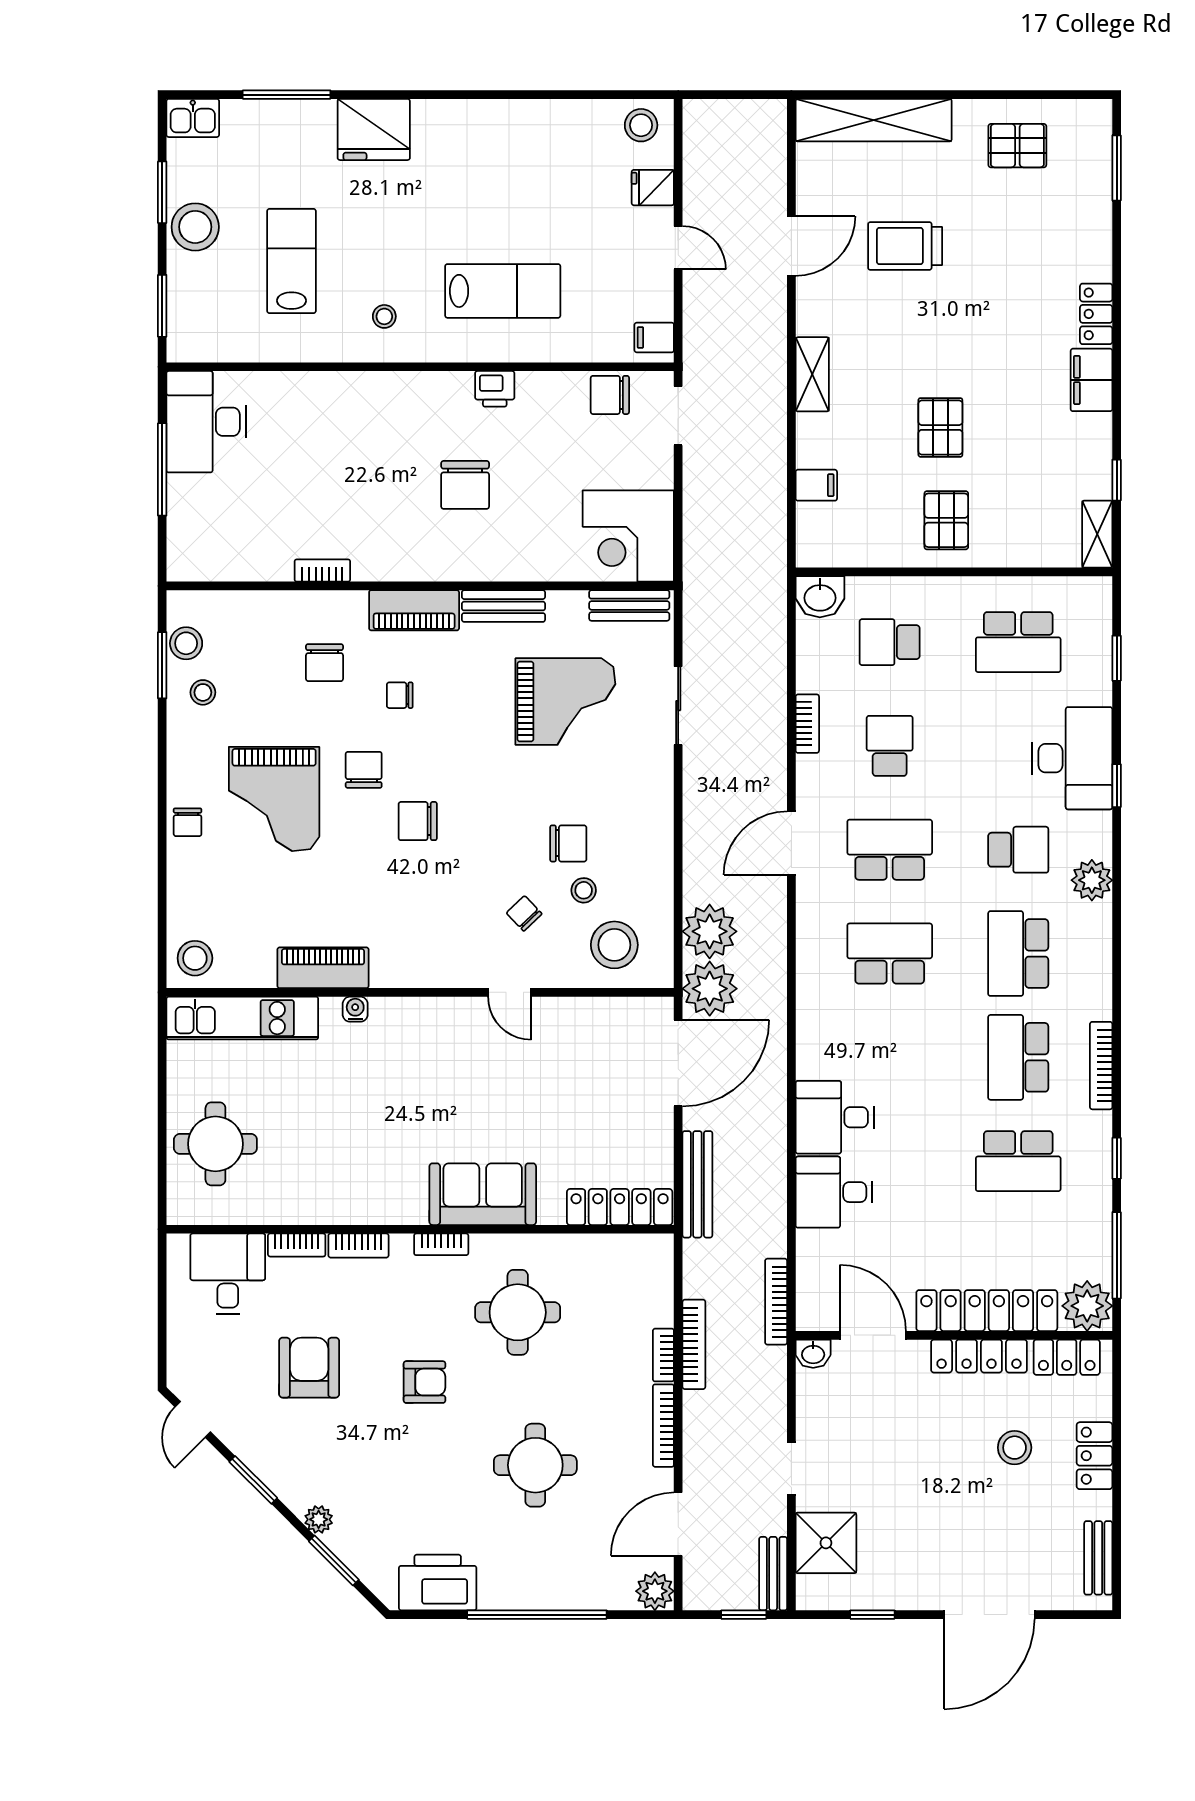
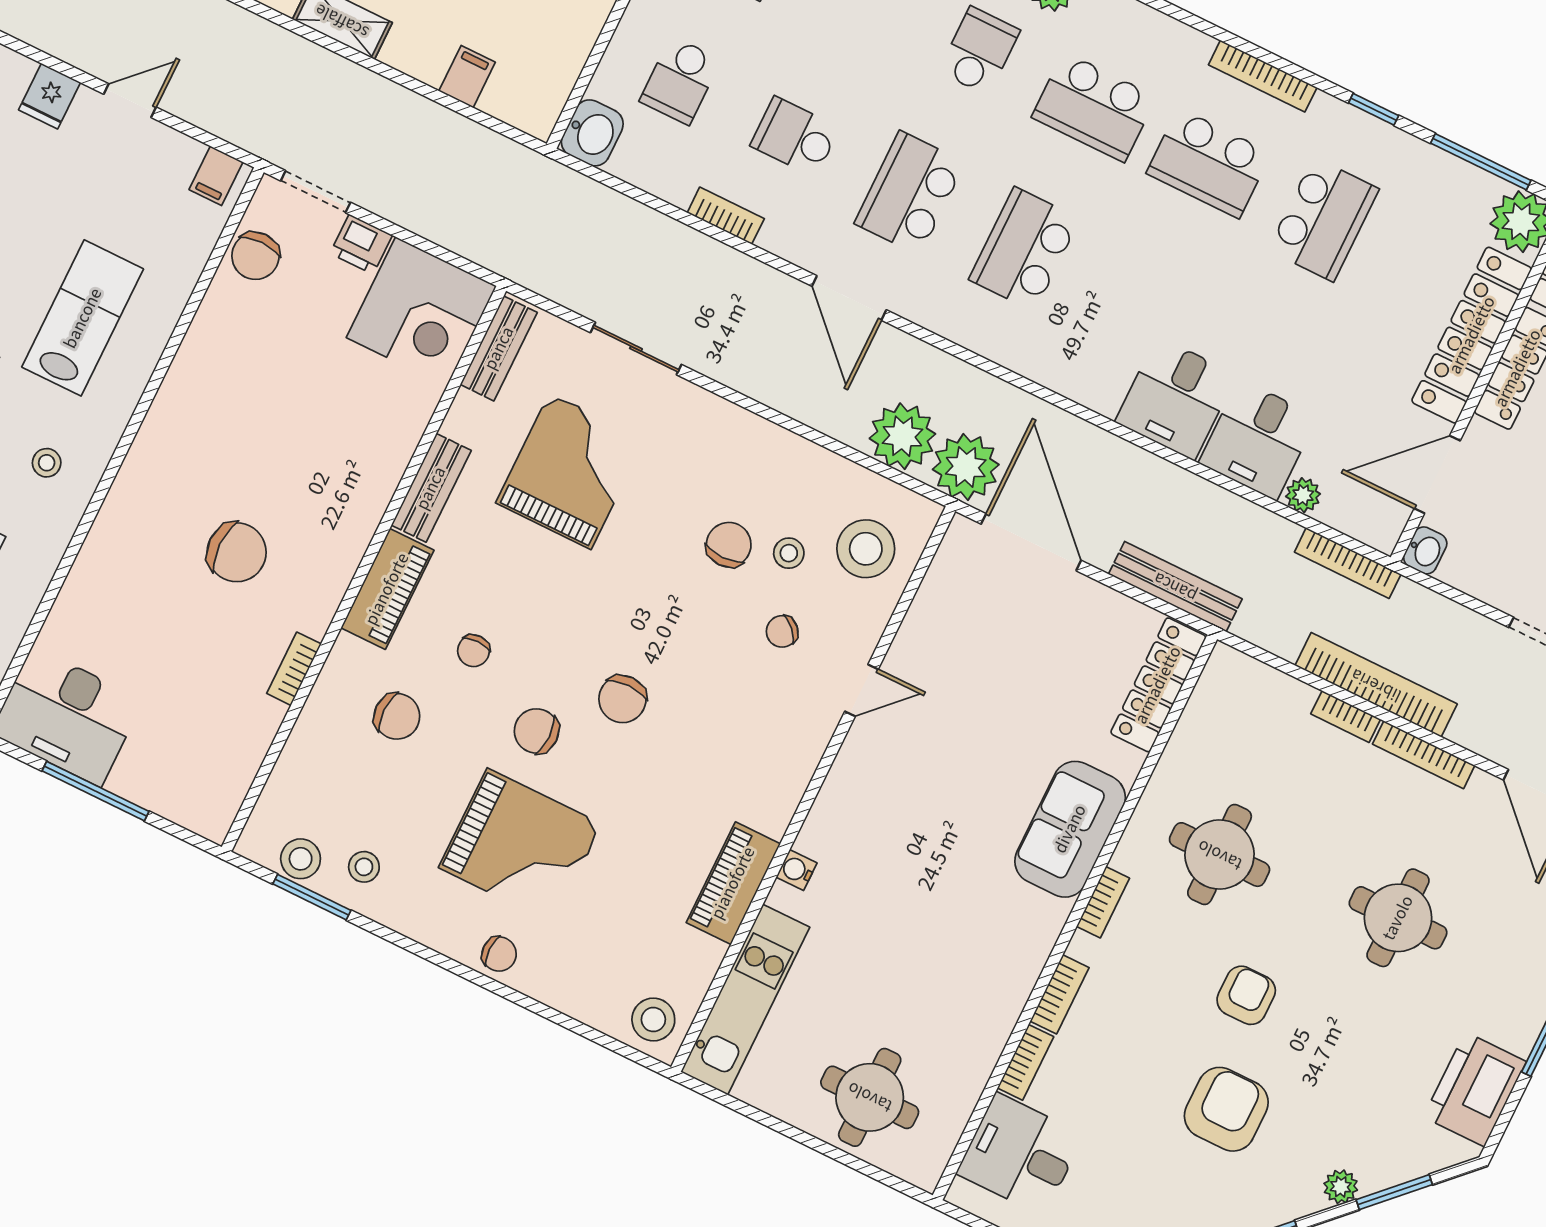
printer: (495, 389) -> (361, 244), moved, turned 90
chair: (465, 485) -> (237, 552), moved
plant: (810, 1245) -> (1303, 495), added
bookcase: (694, 1344) -> (1376, 685), width x1.48, depth x1.31
armchair: (309, 1368) -> (1226, 1109), moved, turned 90

